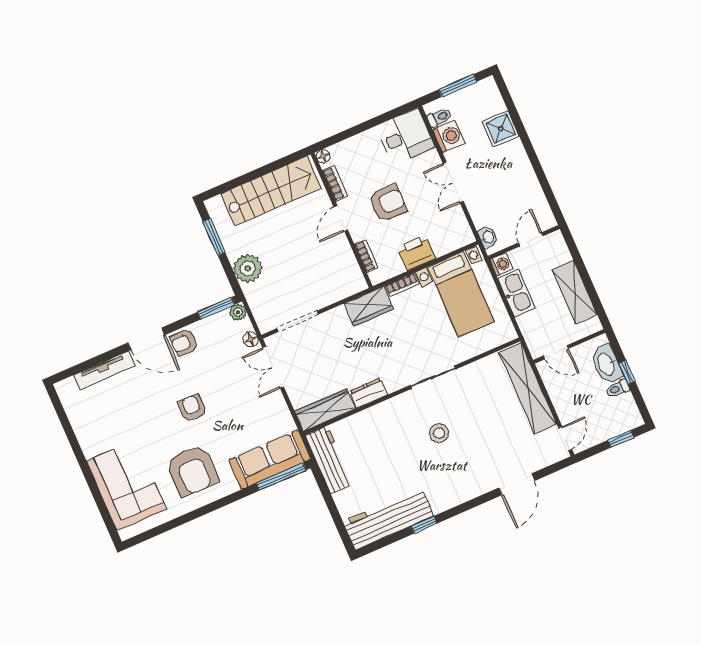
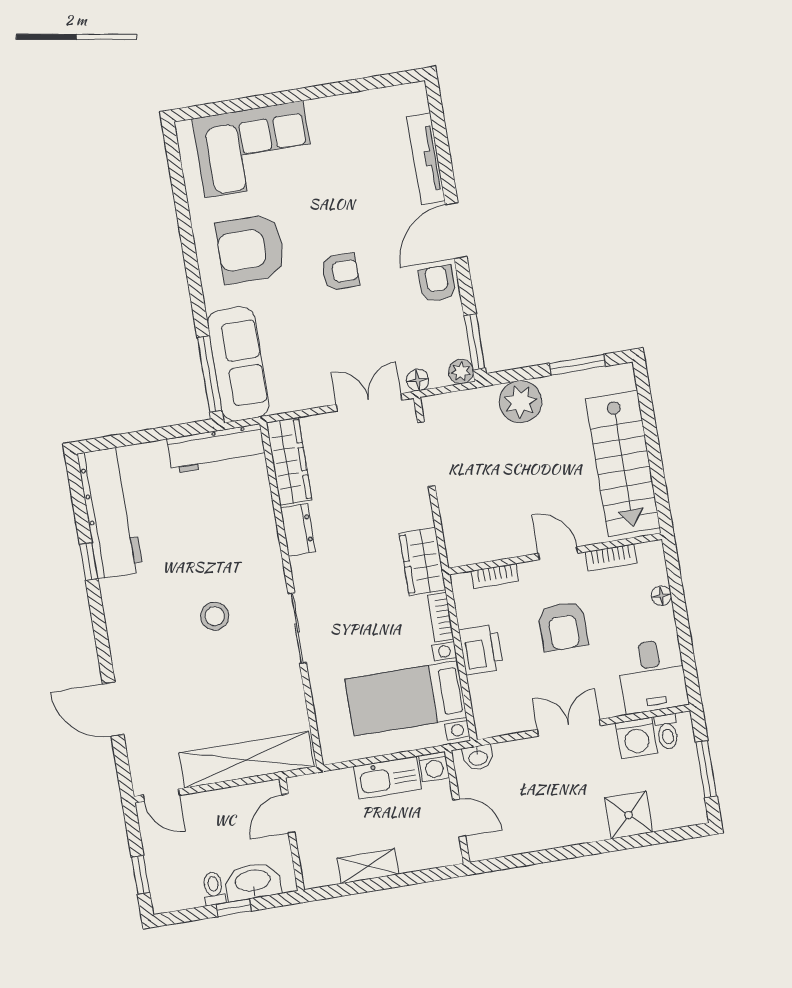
floor lamp: (323, 156) -> (661, 596), moved
shelving: (575, 292) -> (368, 866), width x0.67, depth x0.75

